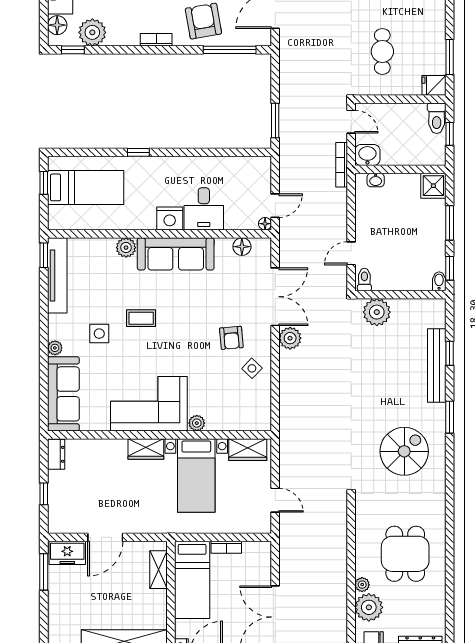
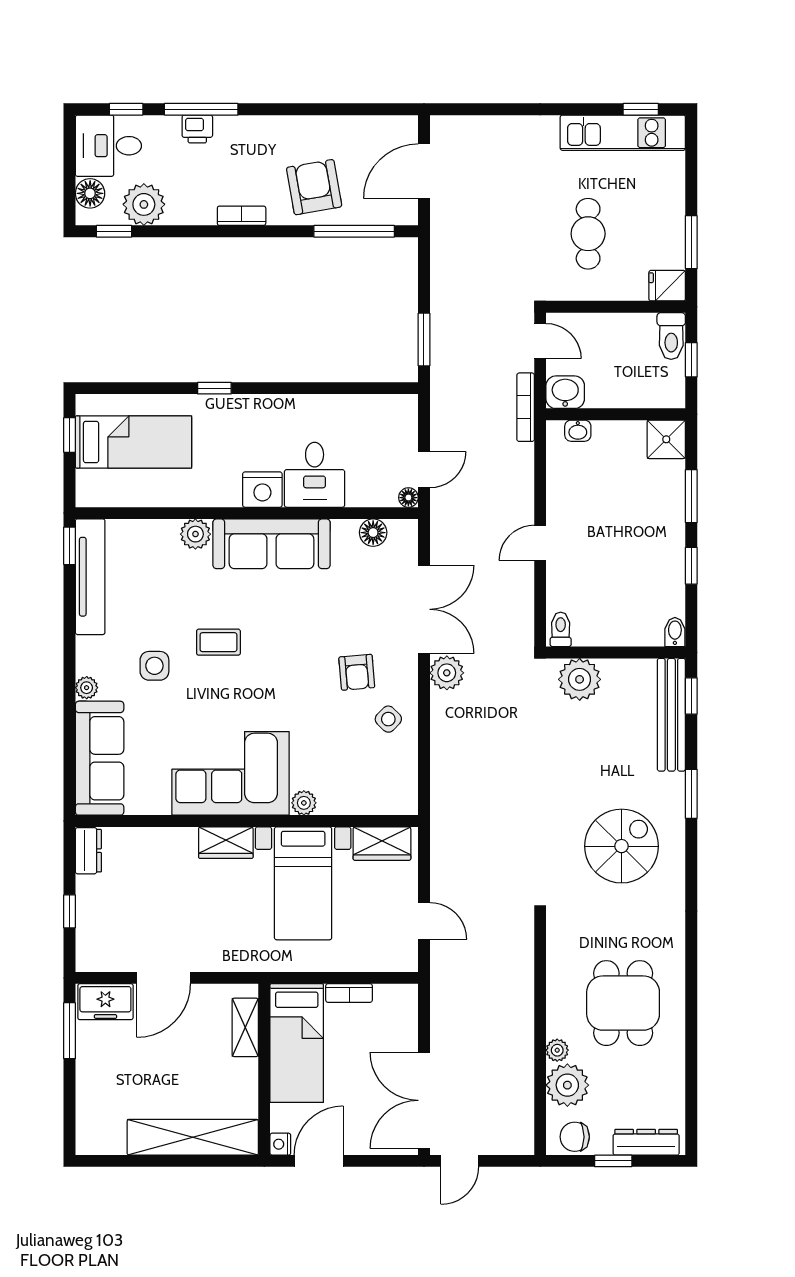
toilet: (364, 279) -> (561, 629), moved
bidet: (439, 281) -> (675, 632), moved
wall: (400, 295) -> (616, 653), moved
plant: (377, 312) -> (580, 679), moved

